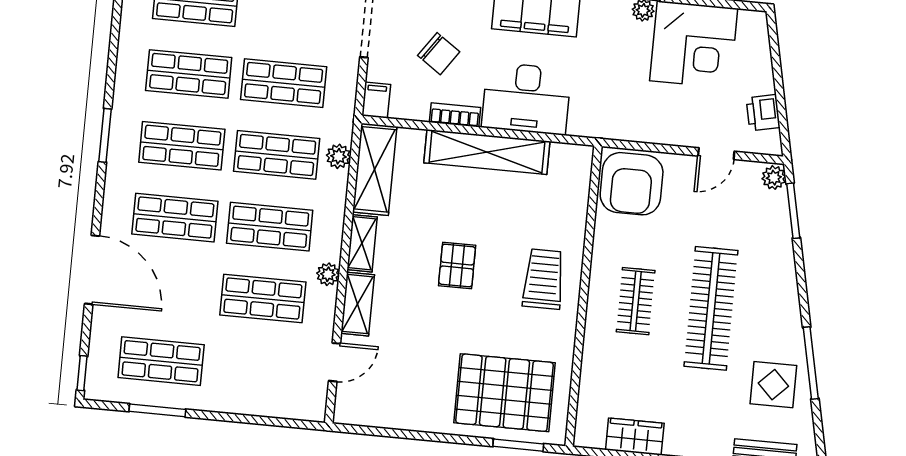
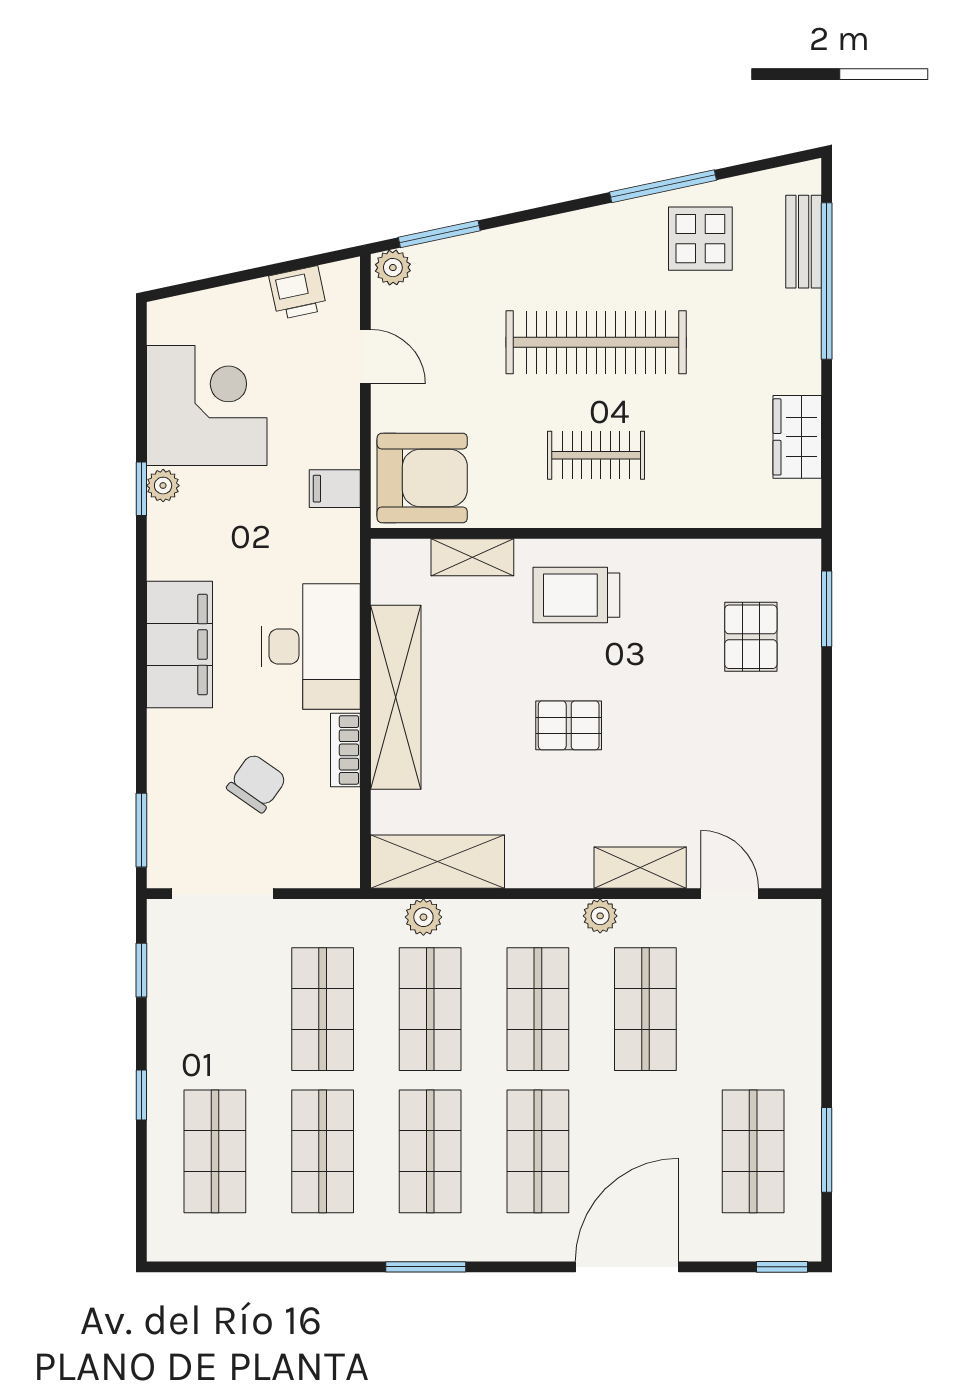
filing cabinet: (376, 100) -> (335, 489), moved
shelving: (362, 243) -> (472, 557), moved
pallet: (505, 393) -> (751, 637), width x0.49, depth x0.50

